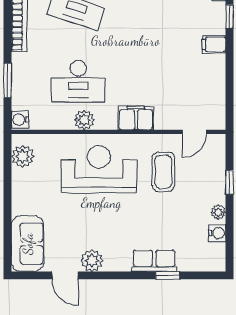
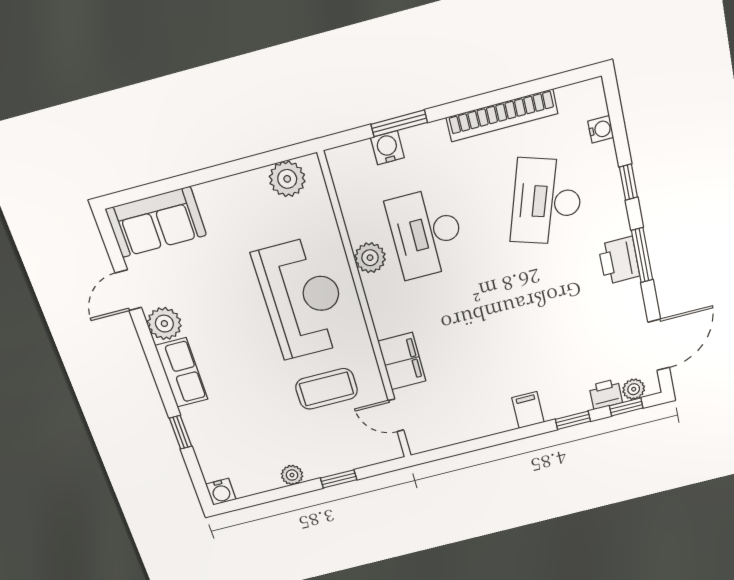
filing cabinet: (136, 118) -> (402, 361), moved
water cooler: (20, 120) -> (387, 148), moved
water cooler: (217, 233) -> (221, 492), moved
row of seats: (154, 261) -> (182, 373), moved

